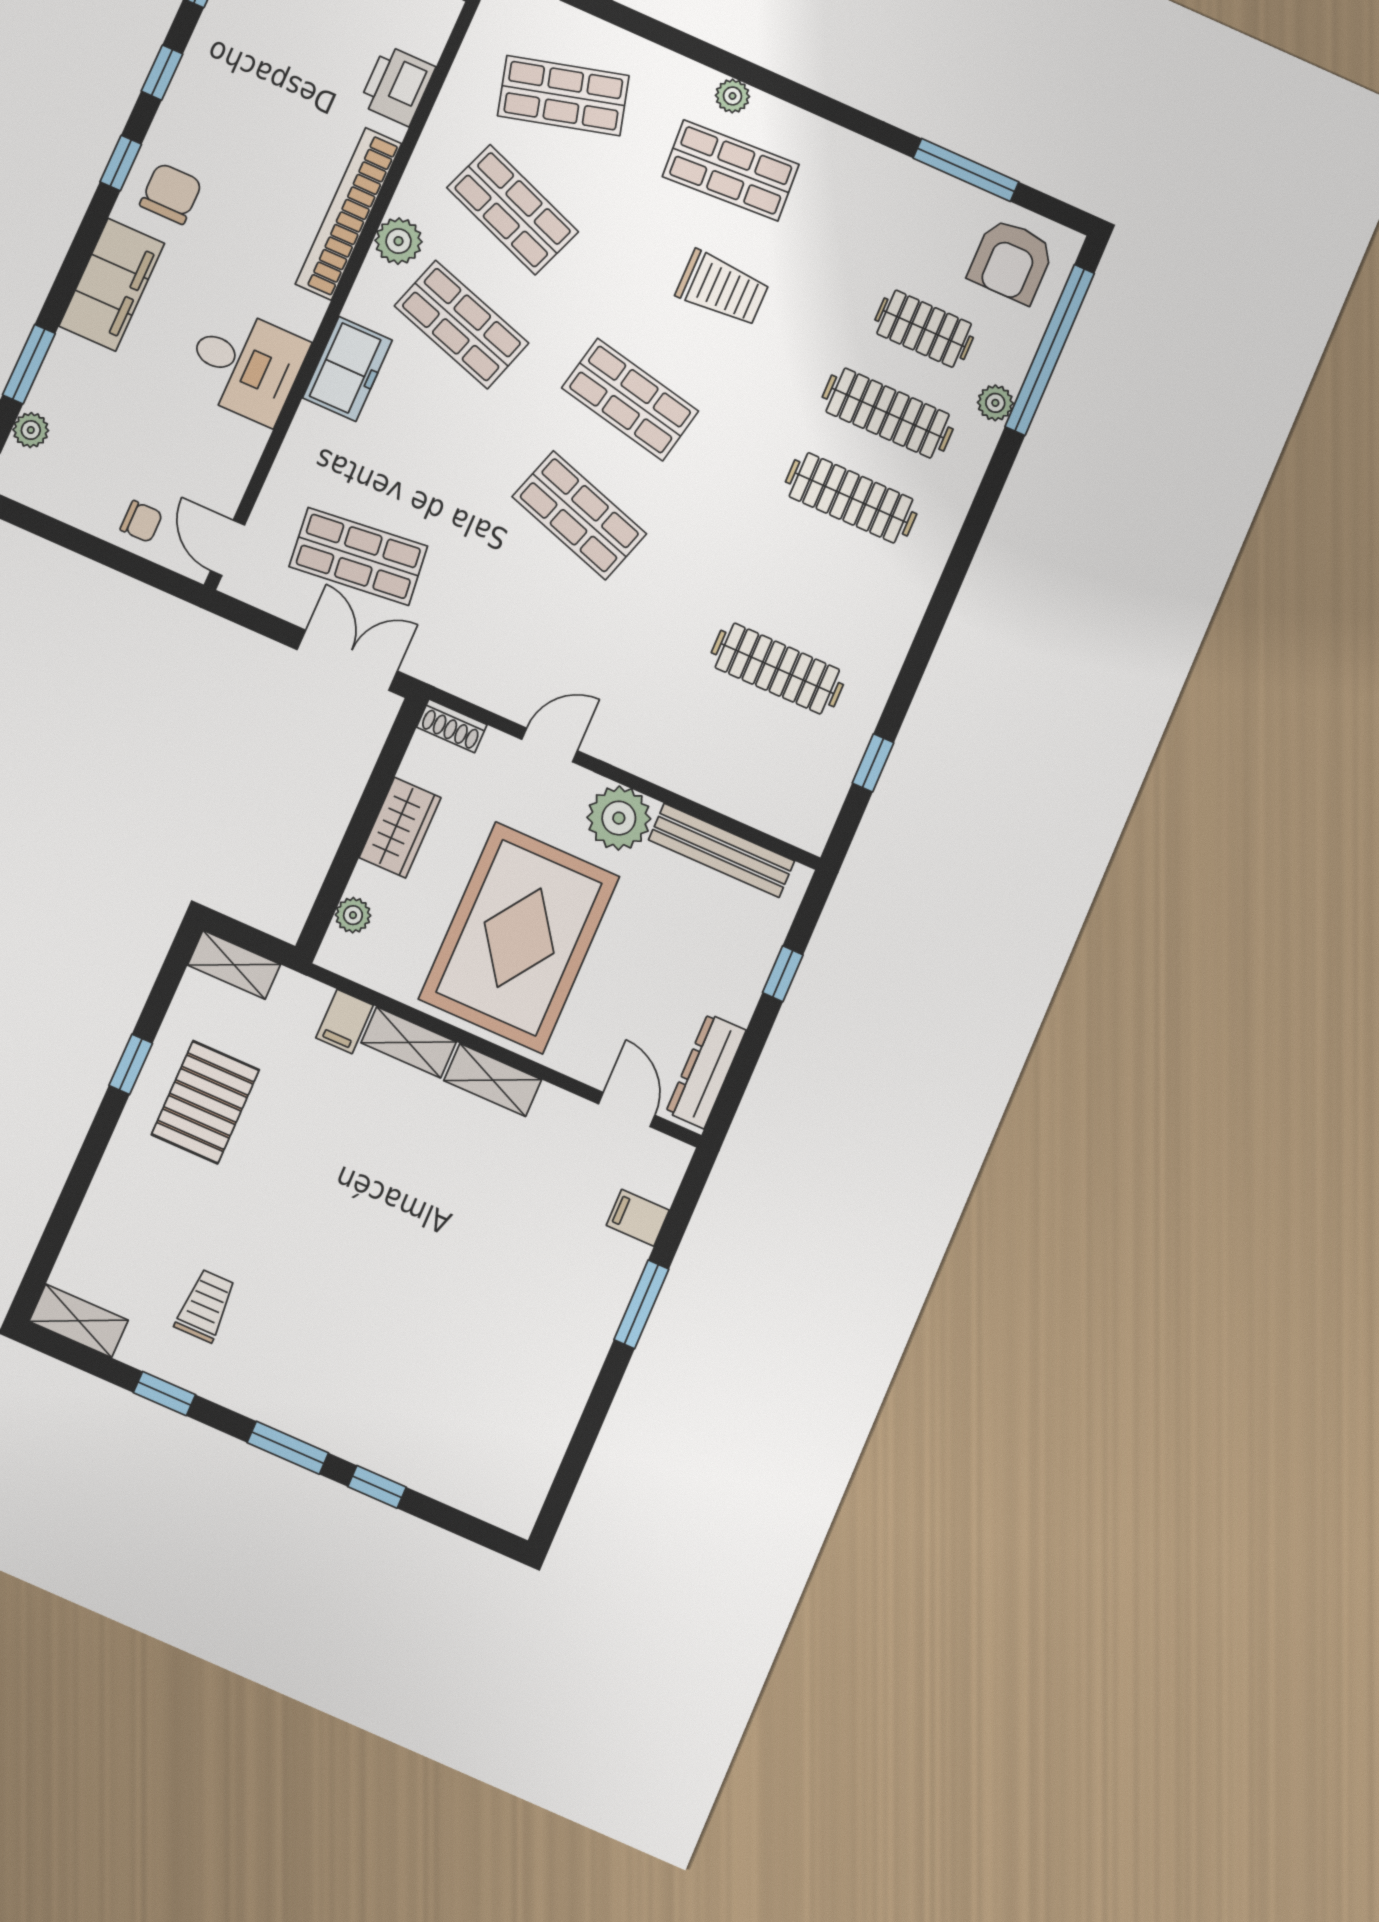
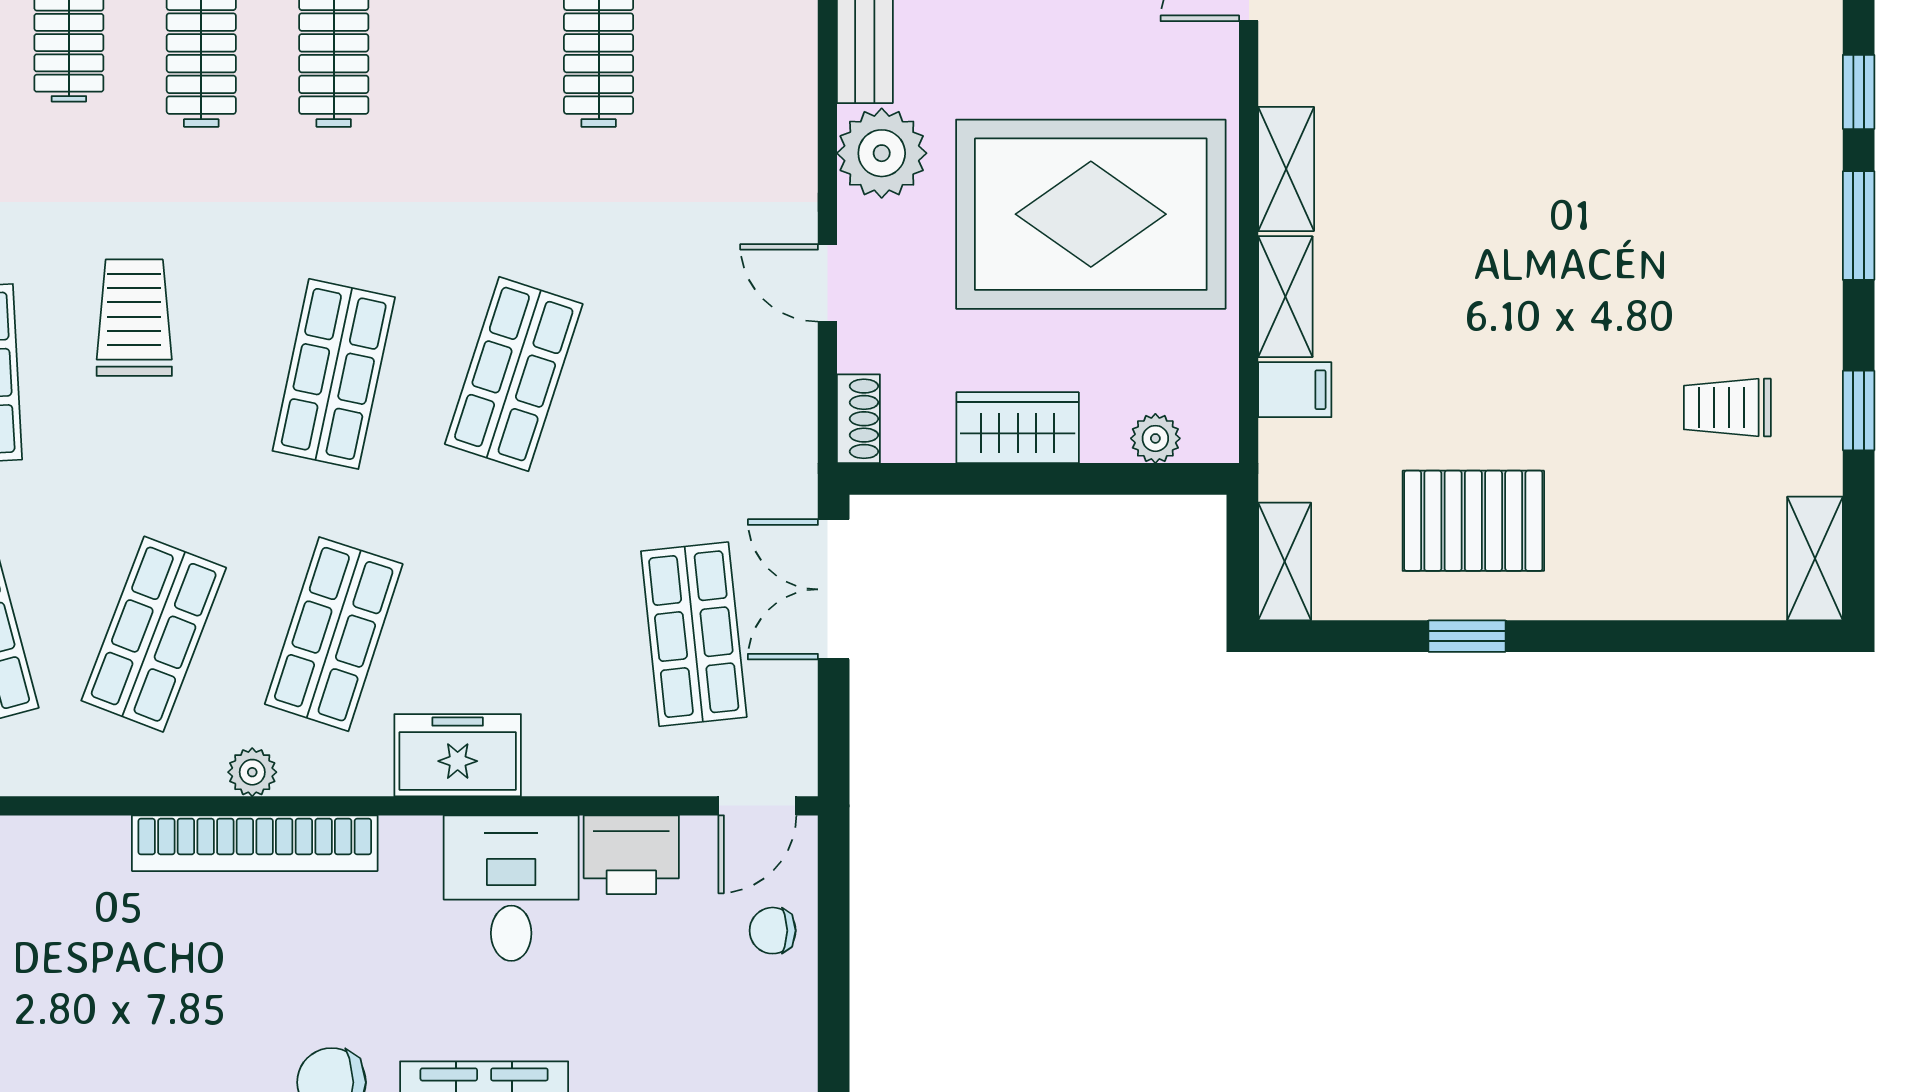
printer: (397, 86) -> (631, 855), moved
plant: (399, 241) -> (252, 772), width x0.73, depth x0.73
chair: (141, 522) -> (773, 931), turned -90

